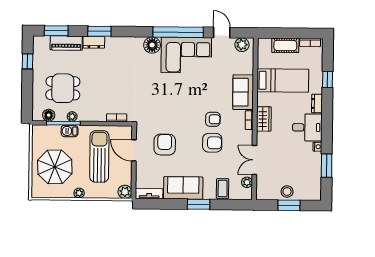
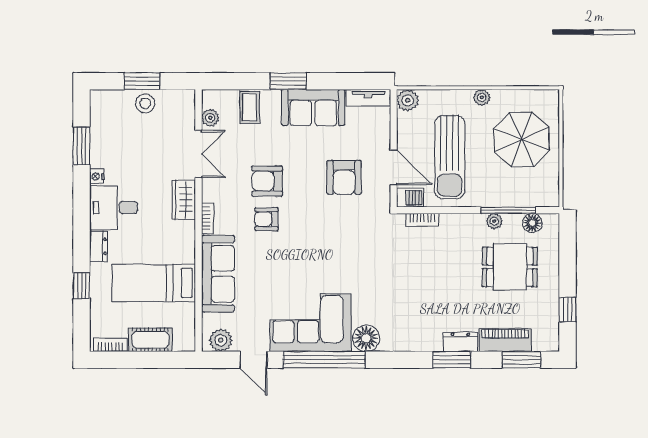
sofa: (243, 92) -> (218, 274), width x1.36
wardrobe: (264, 119) -> (184, 200), moved
barbecue: (70, 131) -> (410, 198), moved

